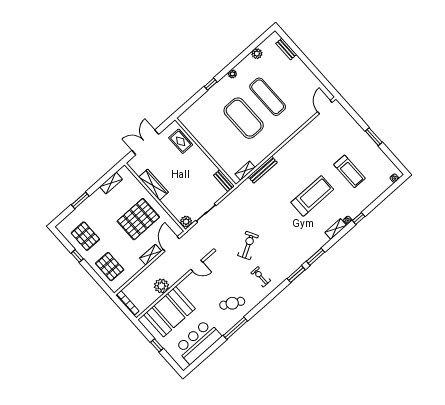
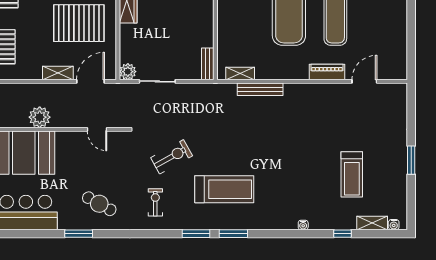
door: (325, 107) -> (364, 81), moved
piano: (289, 130) -> (327, 72), added
treadmill: (312, 196) -> (224, 189), moved
window: (359, 218) -> (343, 234), moved
shelving: (336, 229) -> (372, 223), moved
window: (235, 328) -> (79, 234), width x0.69

